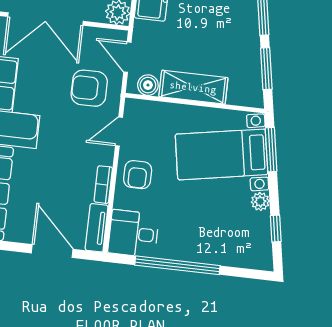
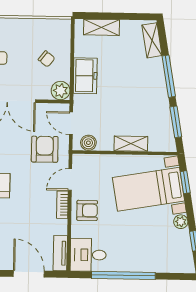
shelving: (193, 87) -> (131, 144), width x0.67, depth x0.75
armchair: (89, 88) -> (45, 149), turned 90
window: (271, 150) -> (185, 182), width x0.67
armchair: (138, 175) -> (87, 210), turned -90
bookcase: (103, 185) -> (62, 205), moved

